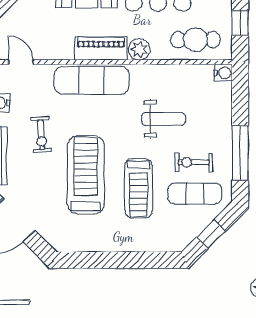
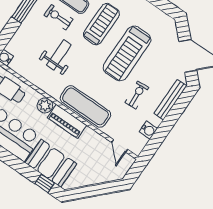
weight bench: (163, 119) -> (59, 55), turned 90
exercise bike: (194, 162) -> (59, 17), turned 180

